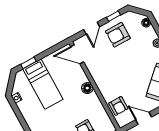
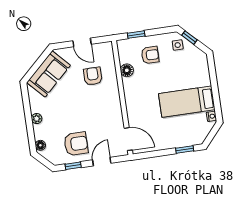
bed: (43, 84) -> (187, 102), moved, turned -90
floor lamp: (87, 88) -> (127, 70), moved
armchair: (118, 106) -> (93, 76), moved

